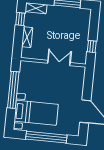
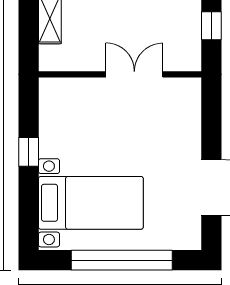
window: (13, 90) -> (29, 152), width x0.32

